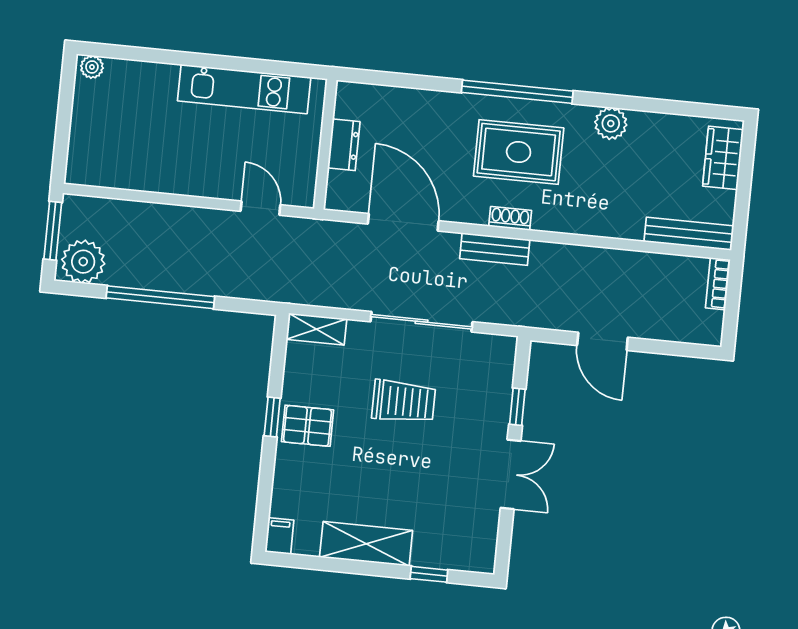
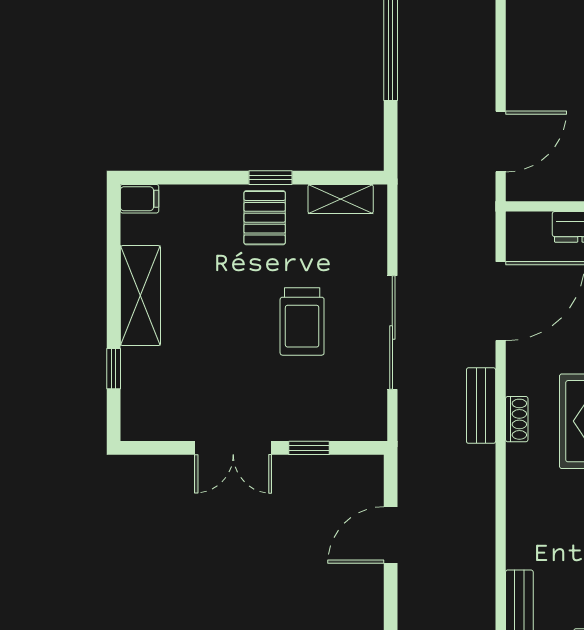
door: (260, 208) -> (501, 142), width x1.38
shelving: (316, 329) -> (341, 199), moved, turned 90

